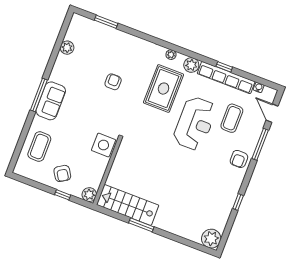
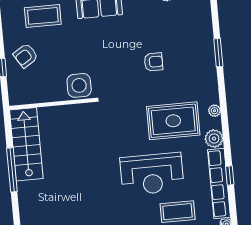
window: (106, 22) -> (218, 53), moved
plant: (89, 195) -> (17, 97), removed
window: (141, 225) -> (12, 170), width x1.44

